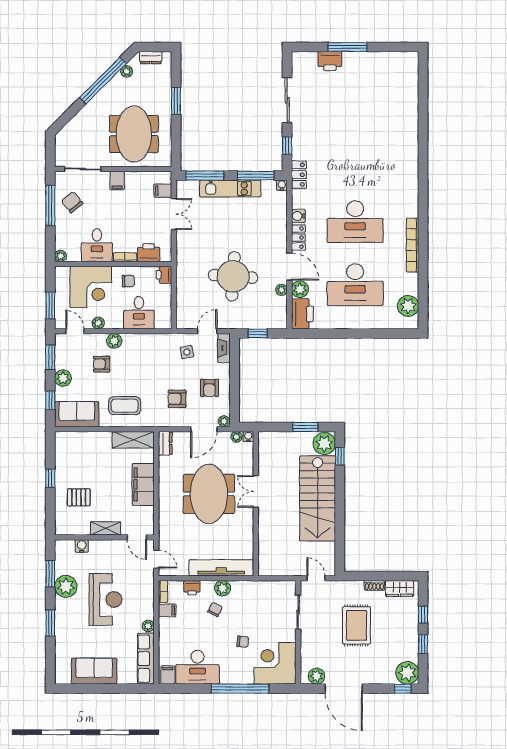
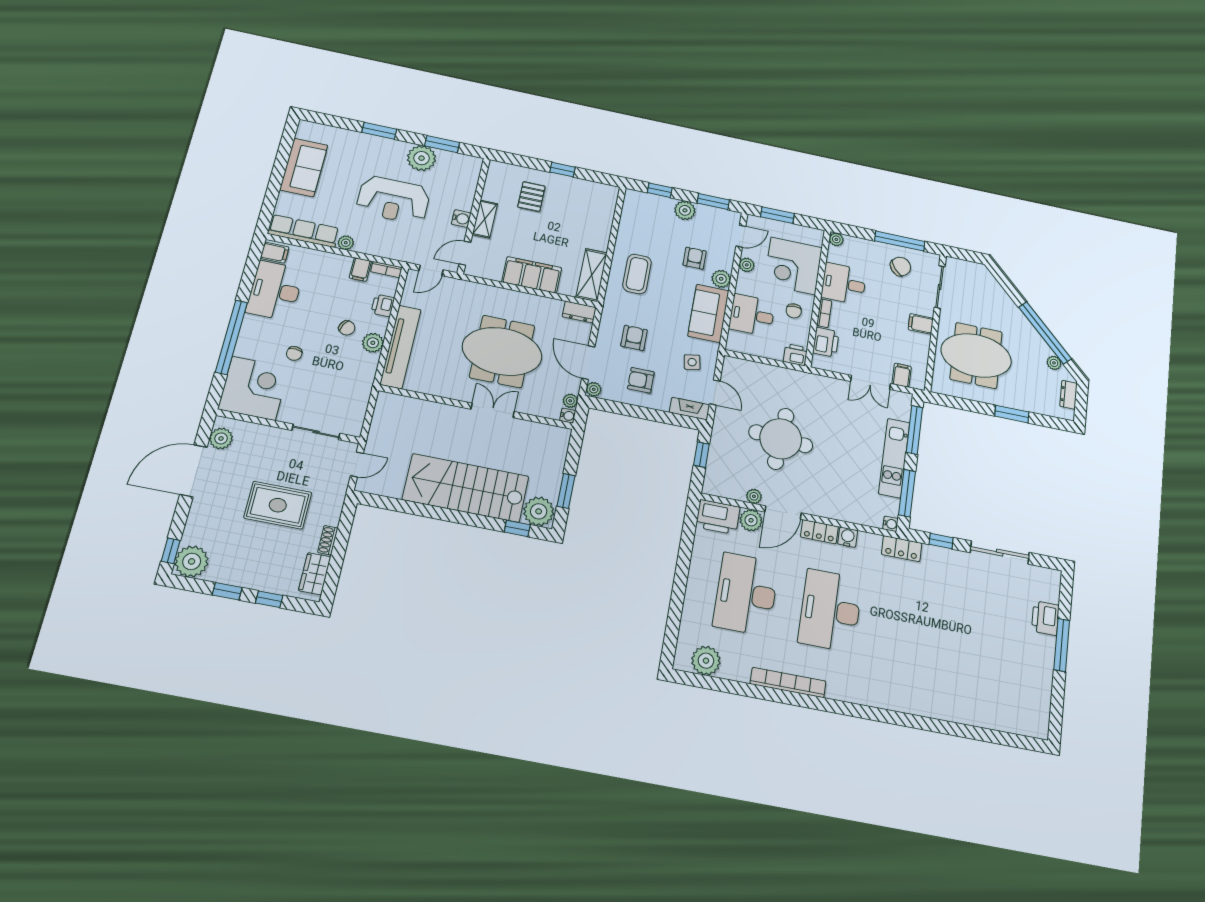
sofa: (77, 414) -> (708, 313), moved, turned 180
water cooler: (82, 546) -> (461, 219), moved

